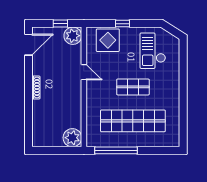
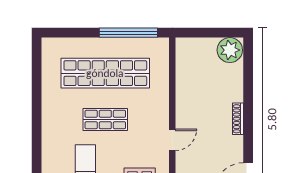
door: (84, 72) -> (172, 140), swing flipped
plant: (72, 138) -> (230, 50), moved

